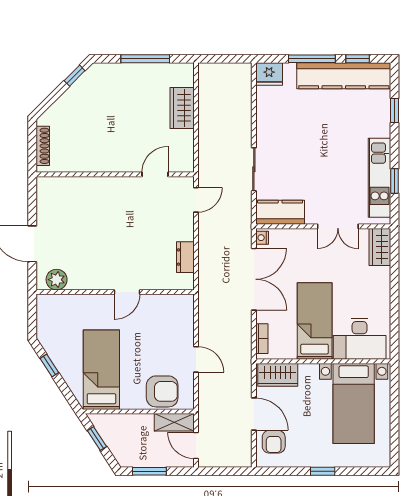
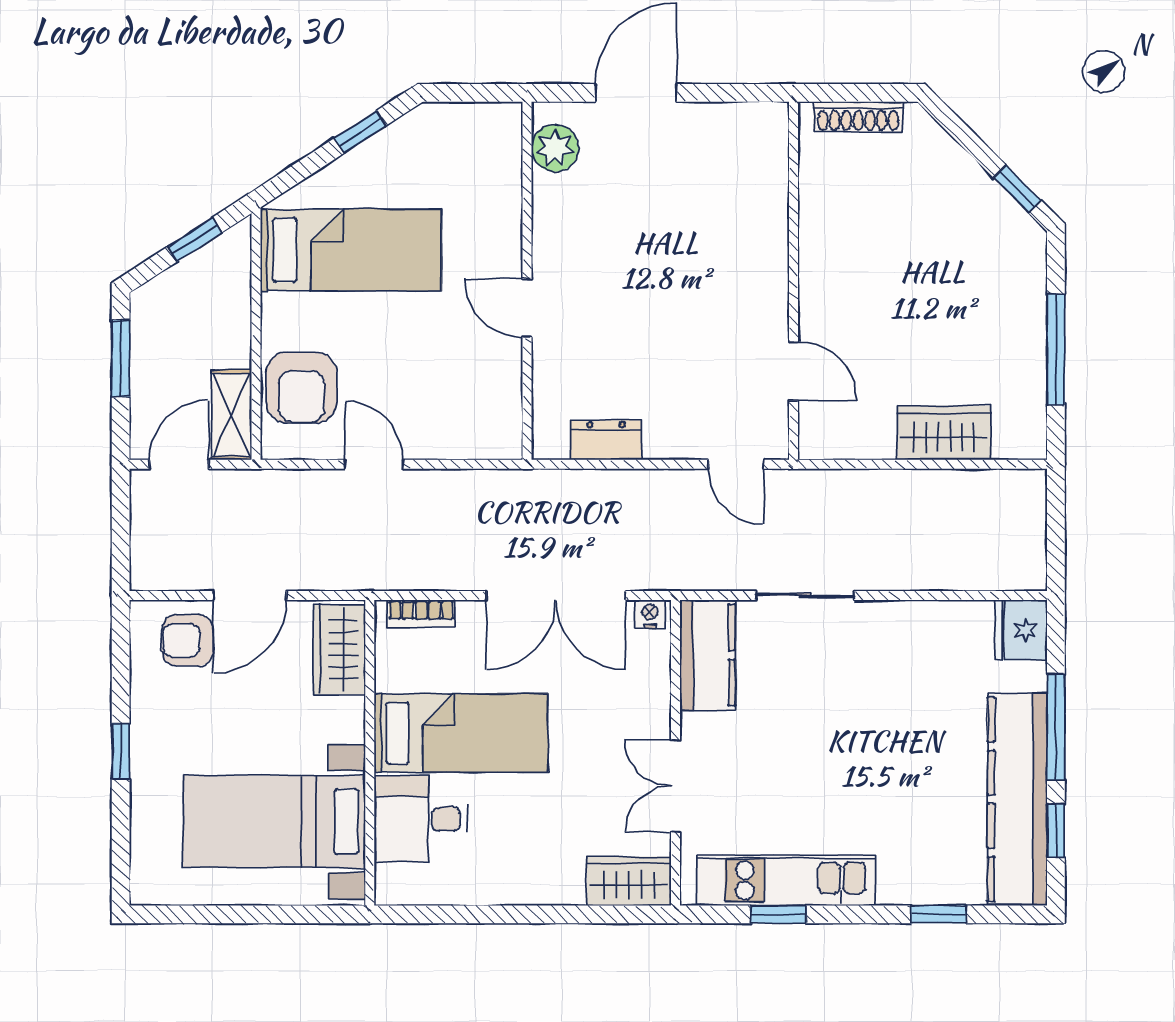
desk: (360, 339) -> (421, 819), width x0.73
door: (196, 359) -> (374, 464), swing flipped

